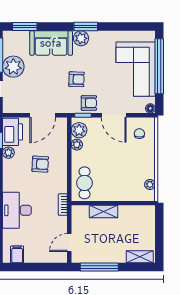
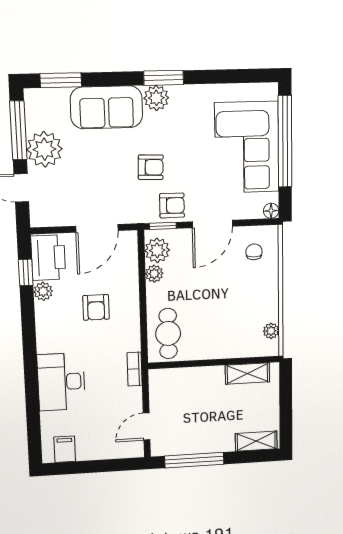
door: (114, 115) -> (212, 224), hinge flipped
armchair: (40, 164) -> (96, 307), turned 87
shelving: (104, 212) -> (247, 374), moved

